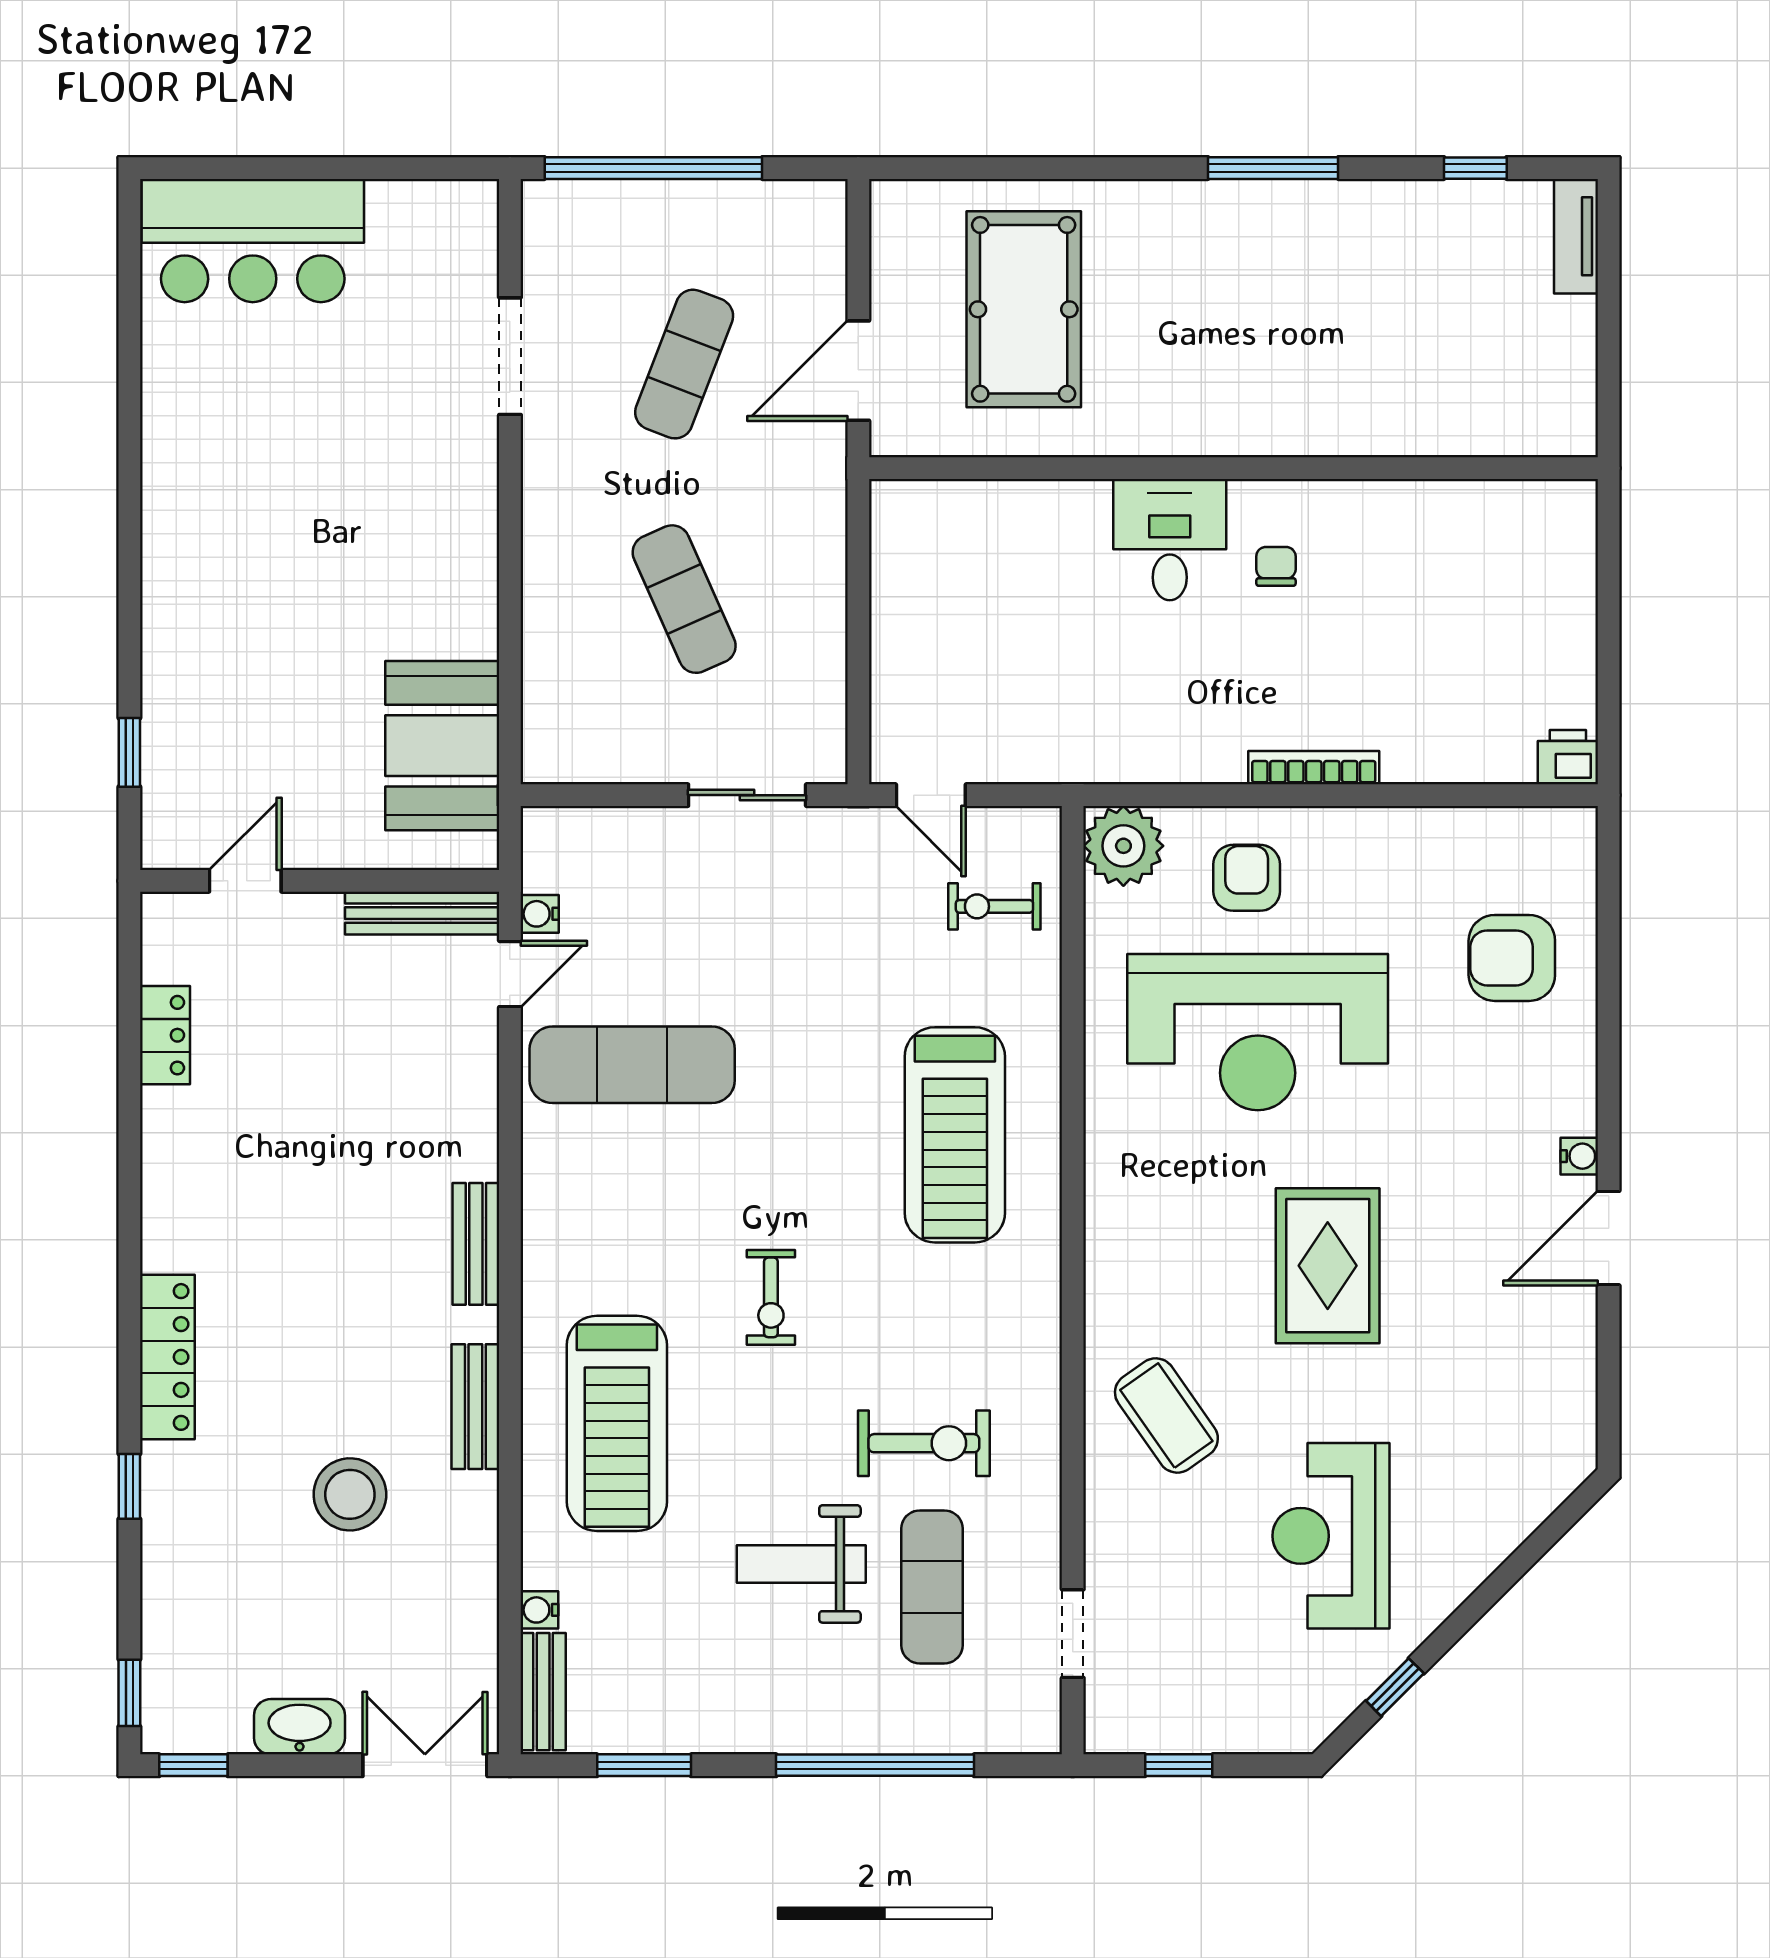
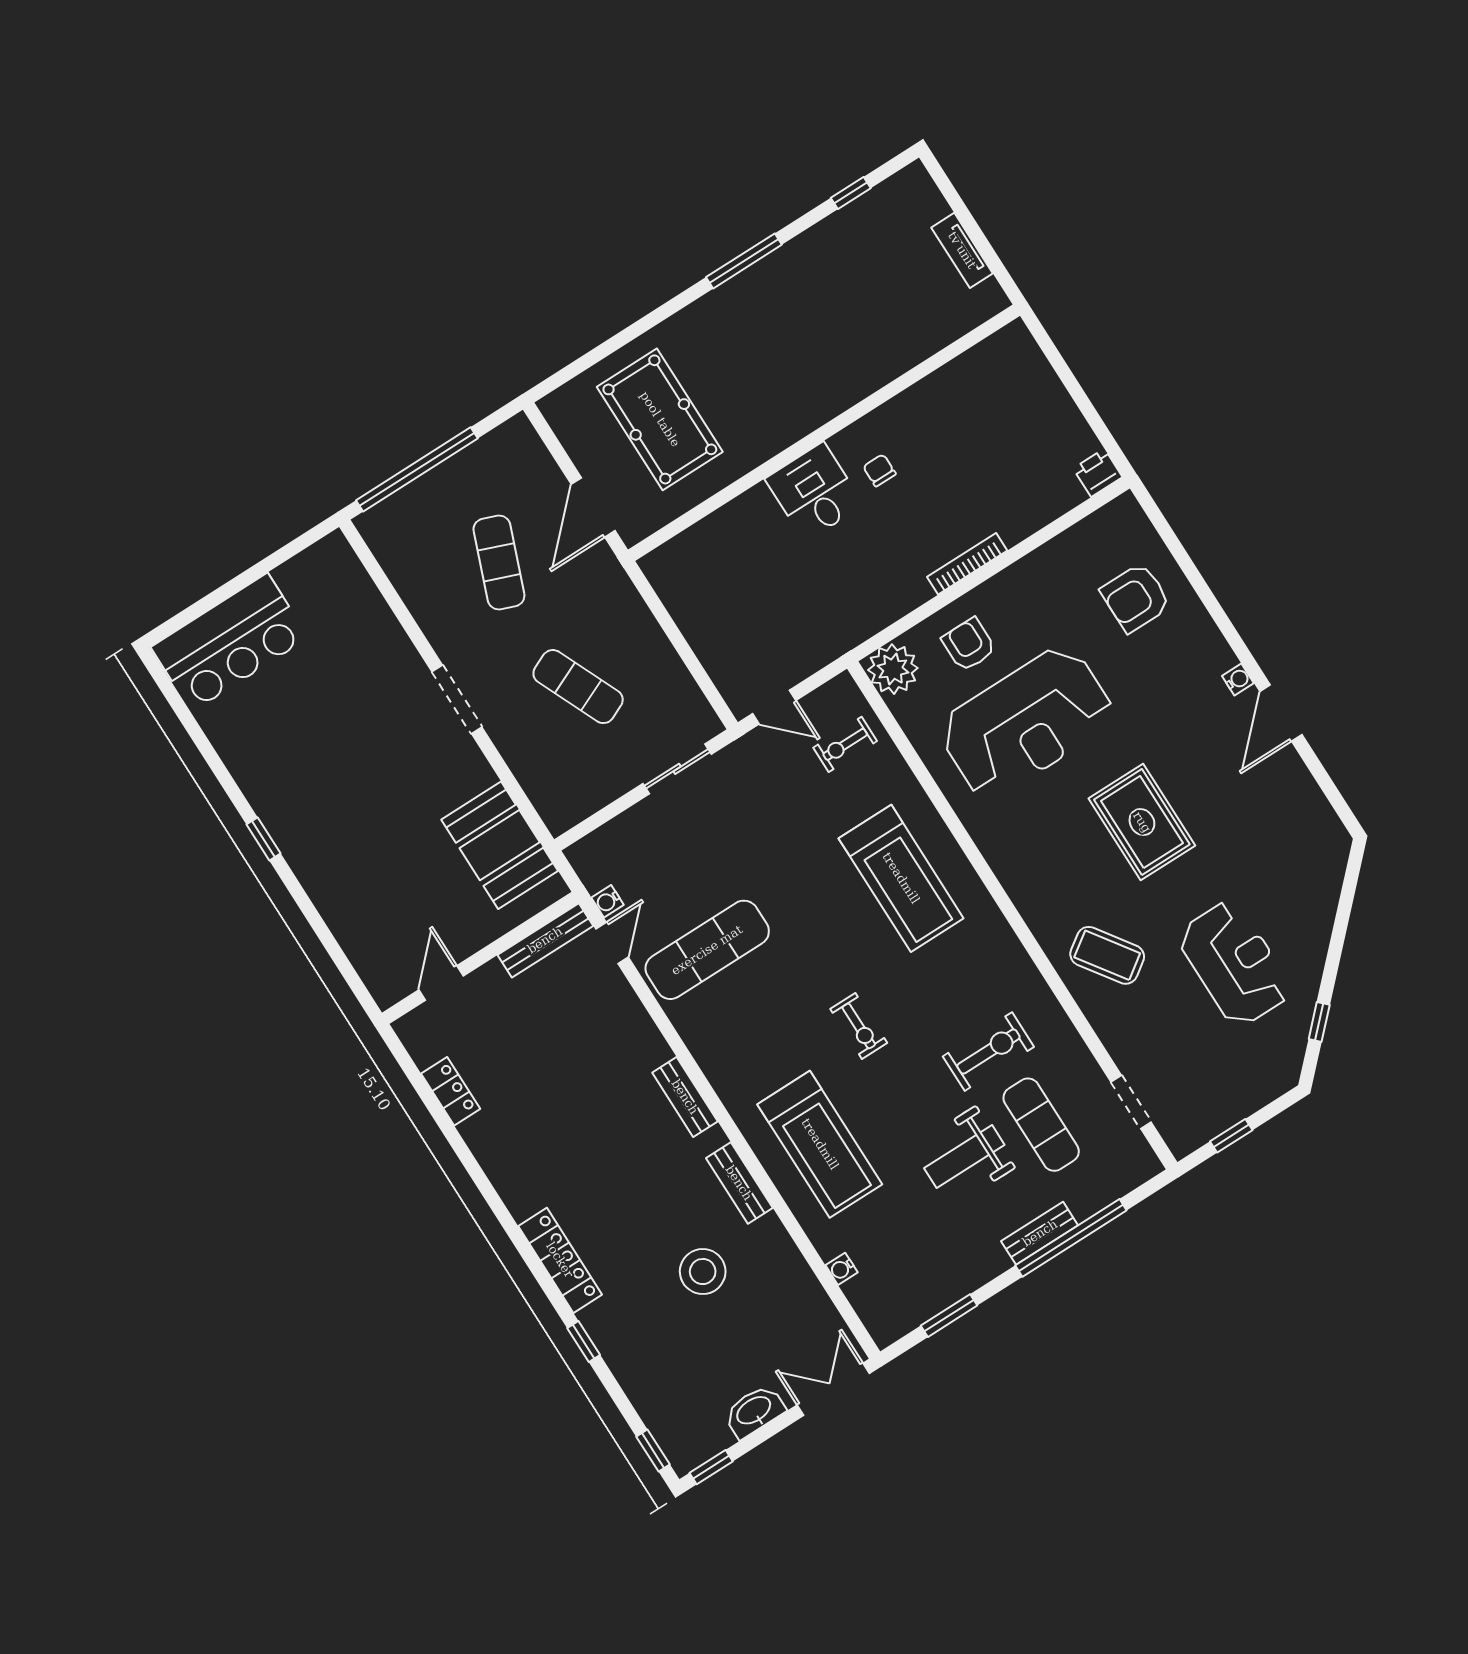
tv unit: (1576, 236) -> (962, 250), moved
doorway: (510, 356) -> (457, 699), moved
window: (129, 752) -> (263, 839), moved
reception desk: (1331, 1536) -> (1235, 963), turned 180
bench: (543, 1692) -> (1040, 1233), moved, turned 90

